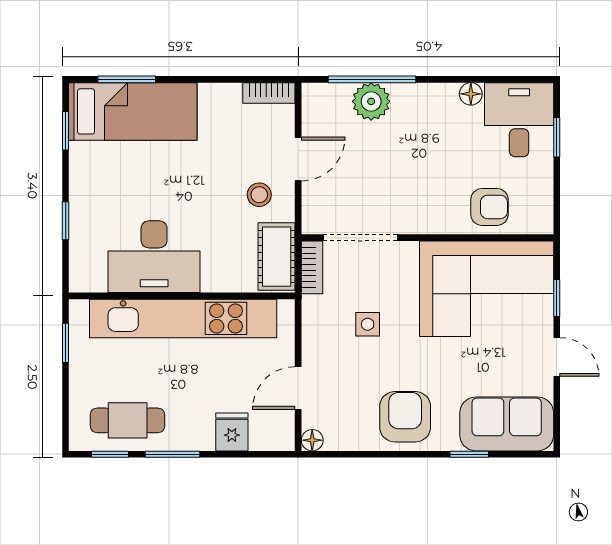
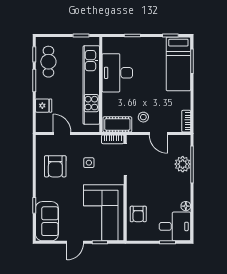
armchair: (405, 417) -> (55, 166), moved, turned 90
floor lamp: (312, 440) -> (40, 139), removed

